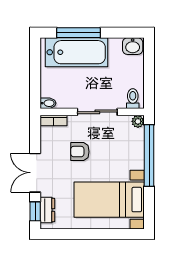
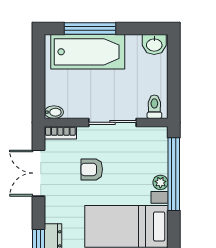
plant: (138, 121) -> (160, 182), moved
double door: (35, 173) -> (39, 173), moved

